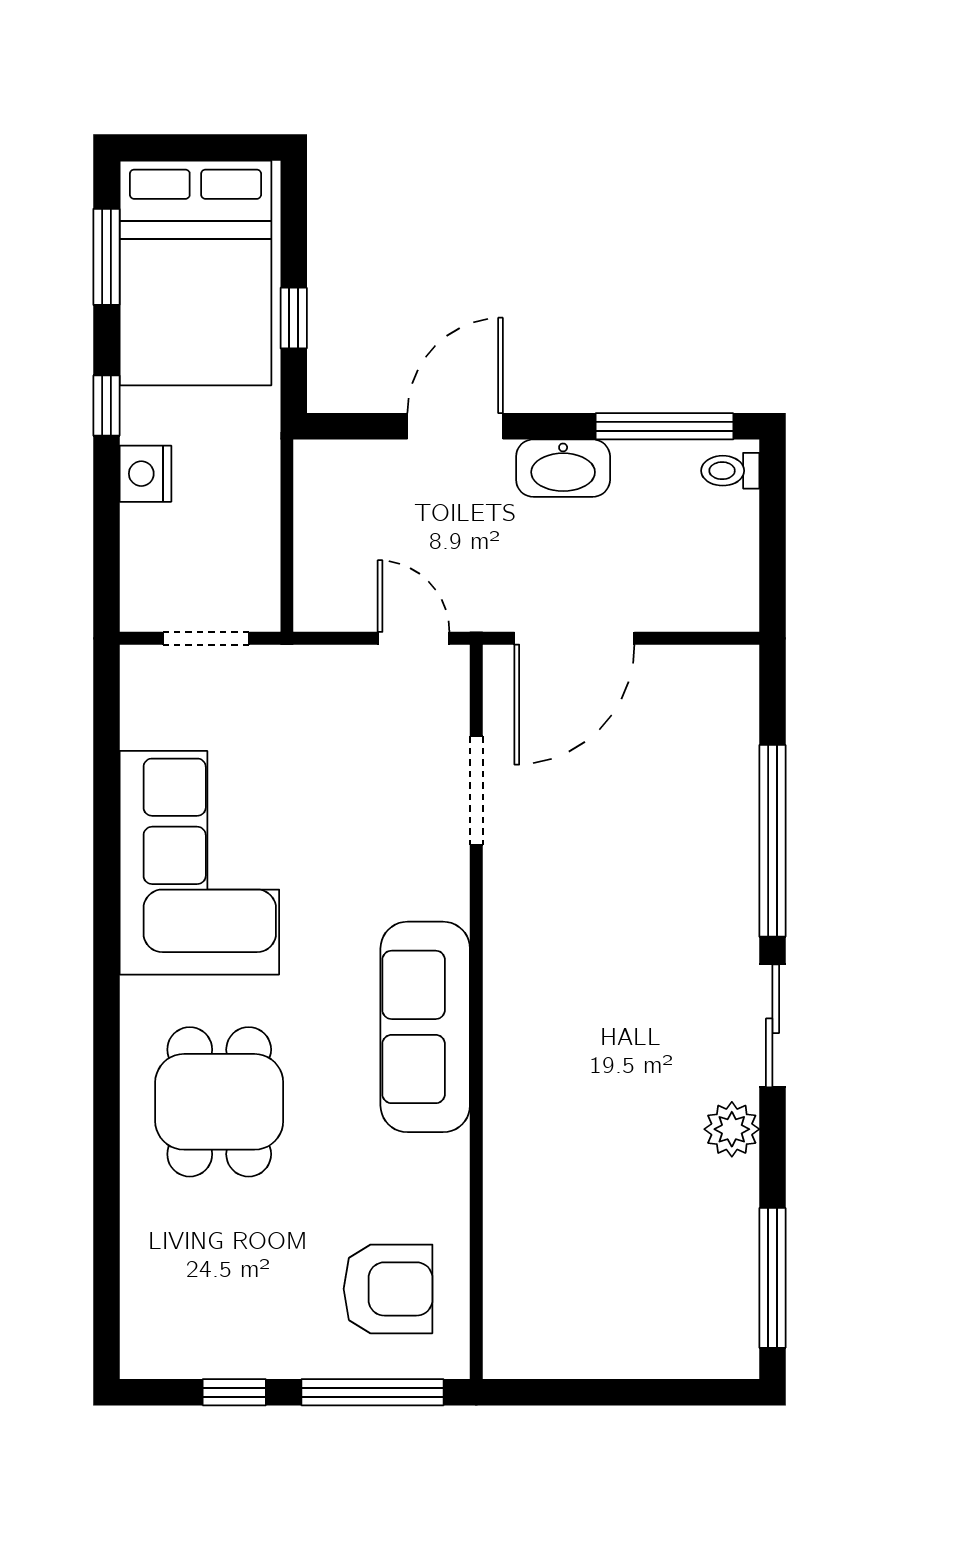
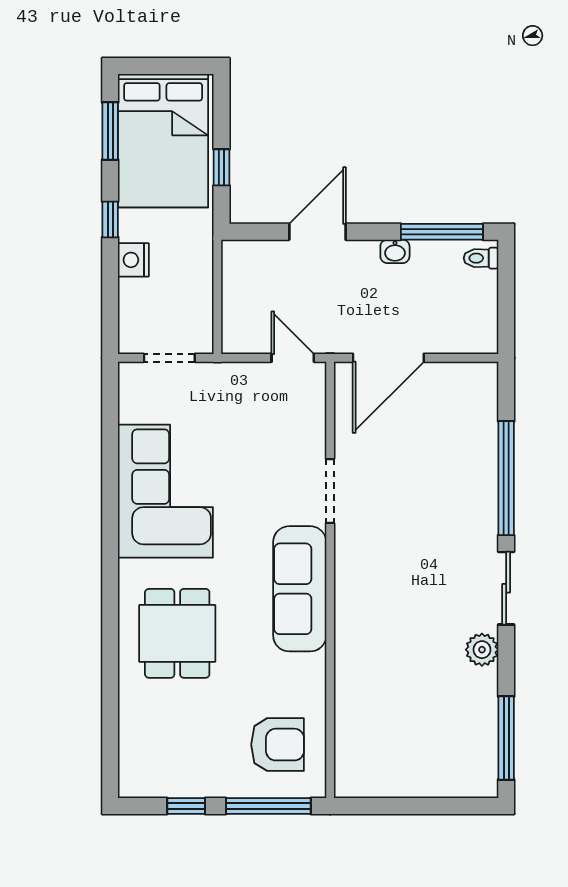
washbasin: (563, 468) -> (395, 251), width x0.52, depth x0.69
doorway: (476, 790) -> (330, 491), moved

